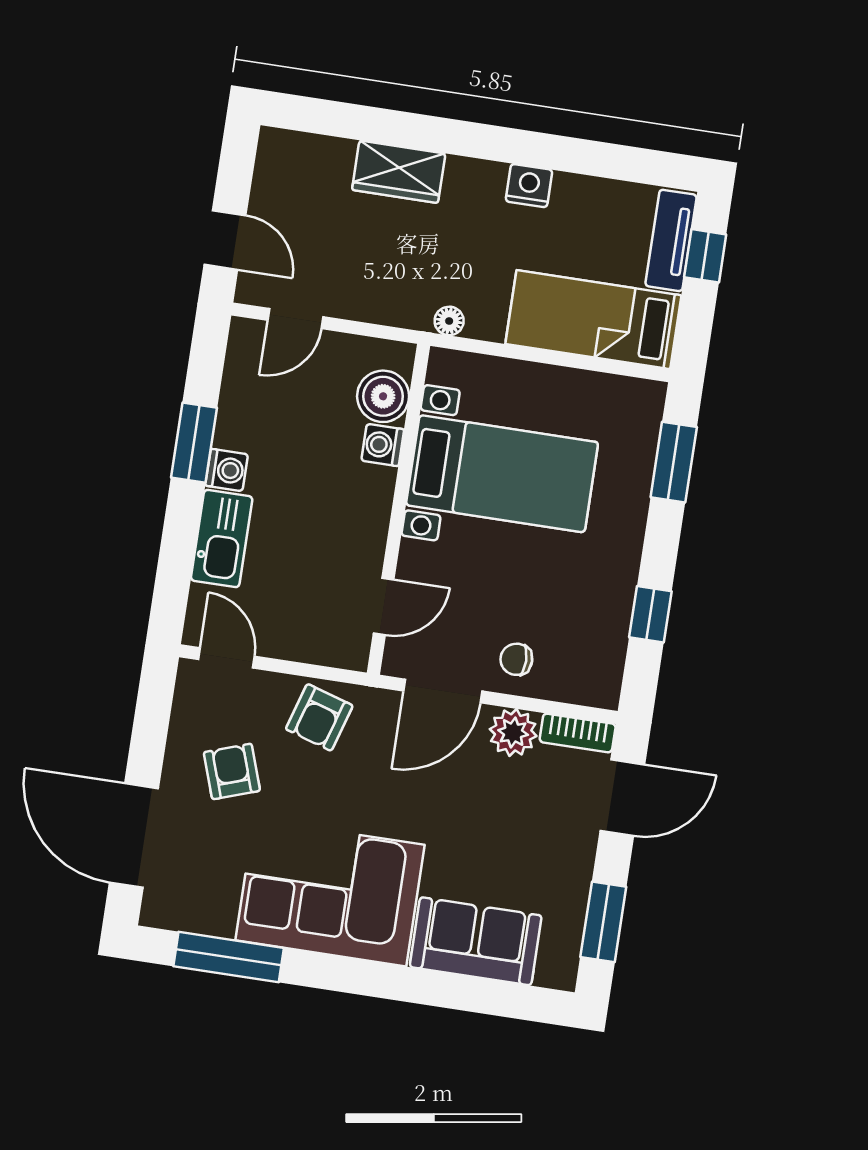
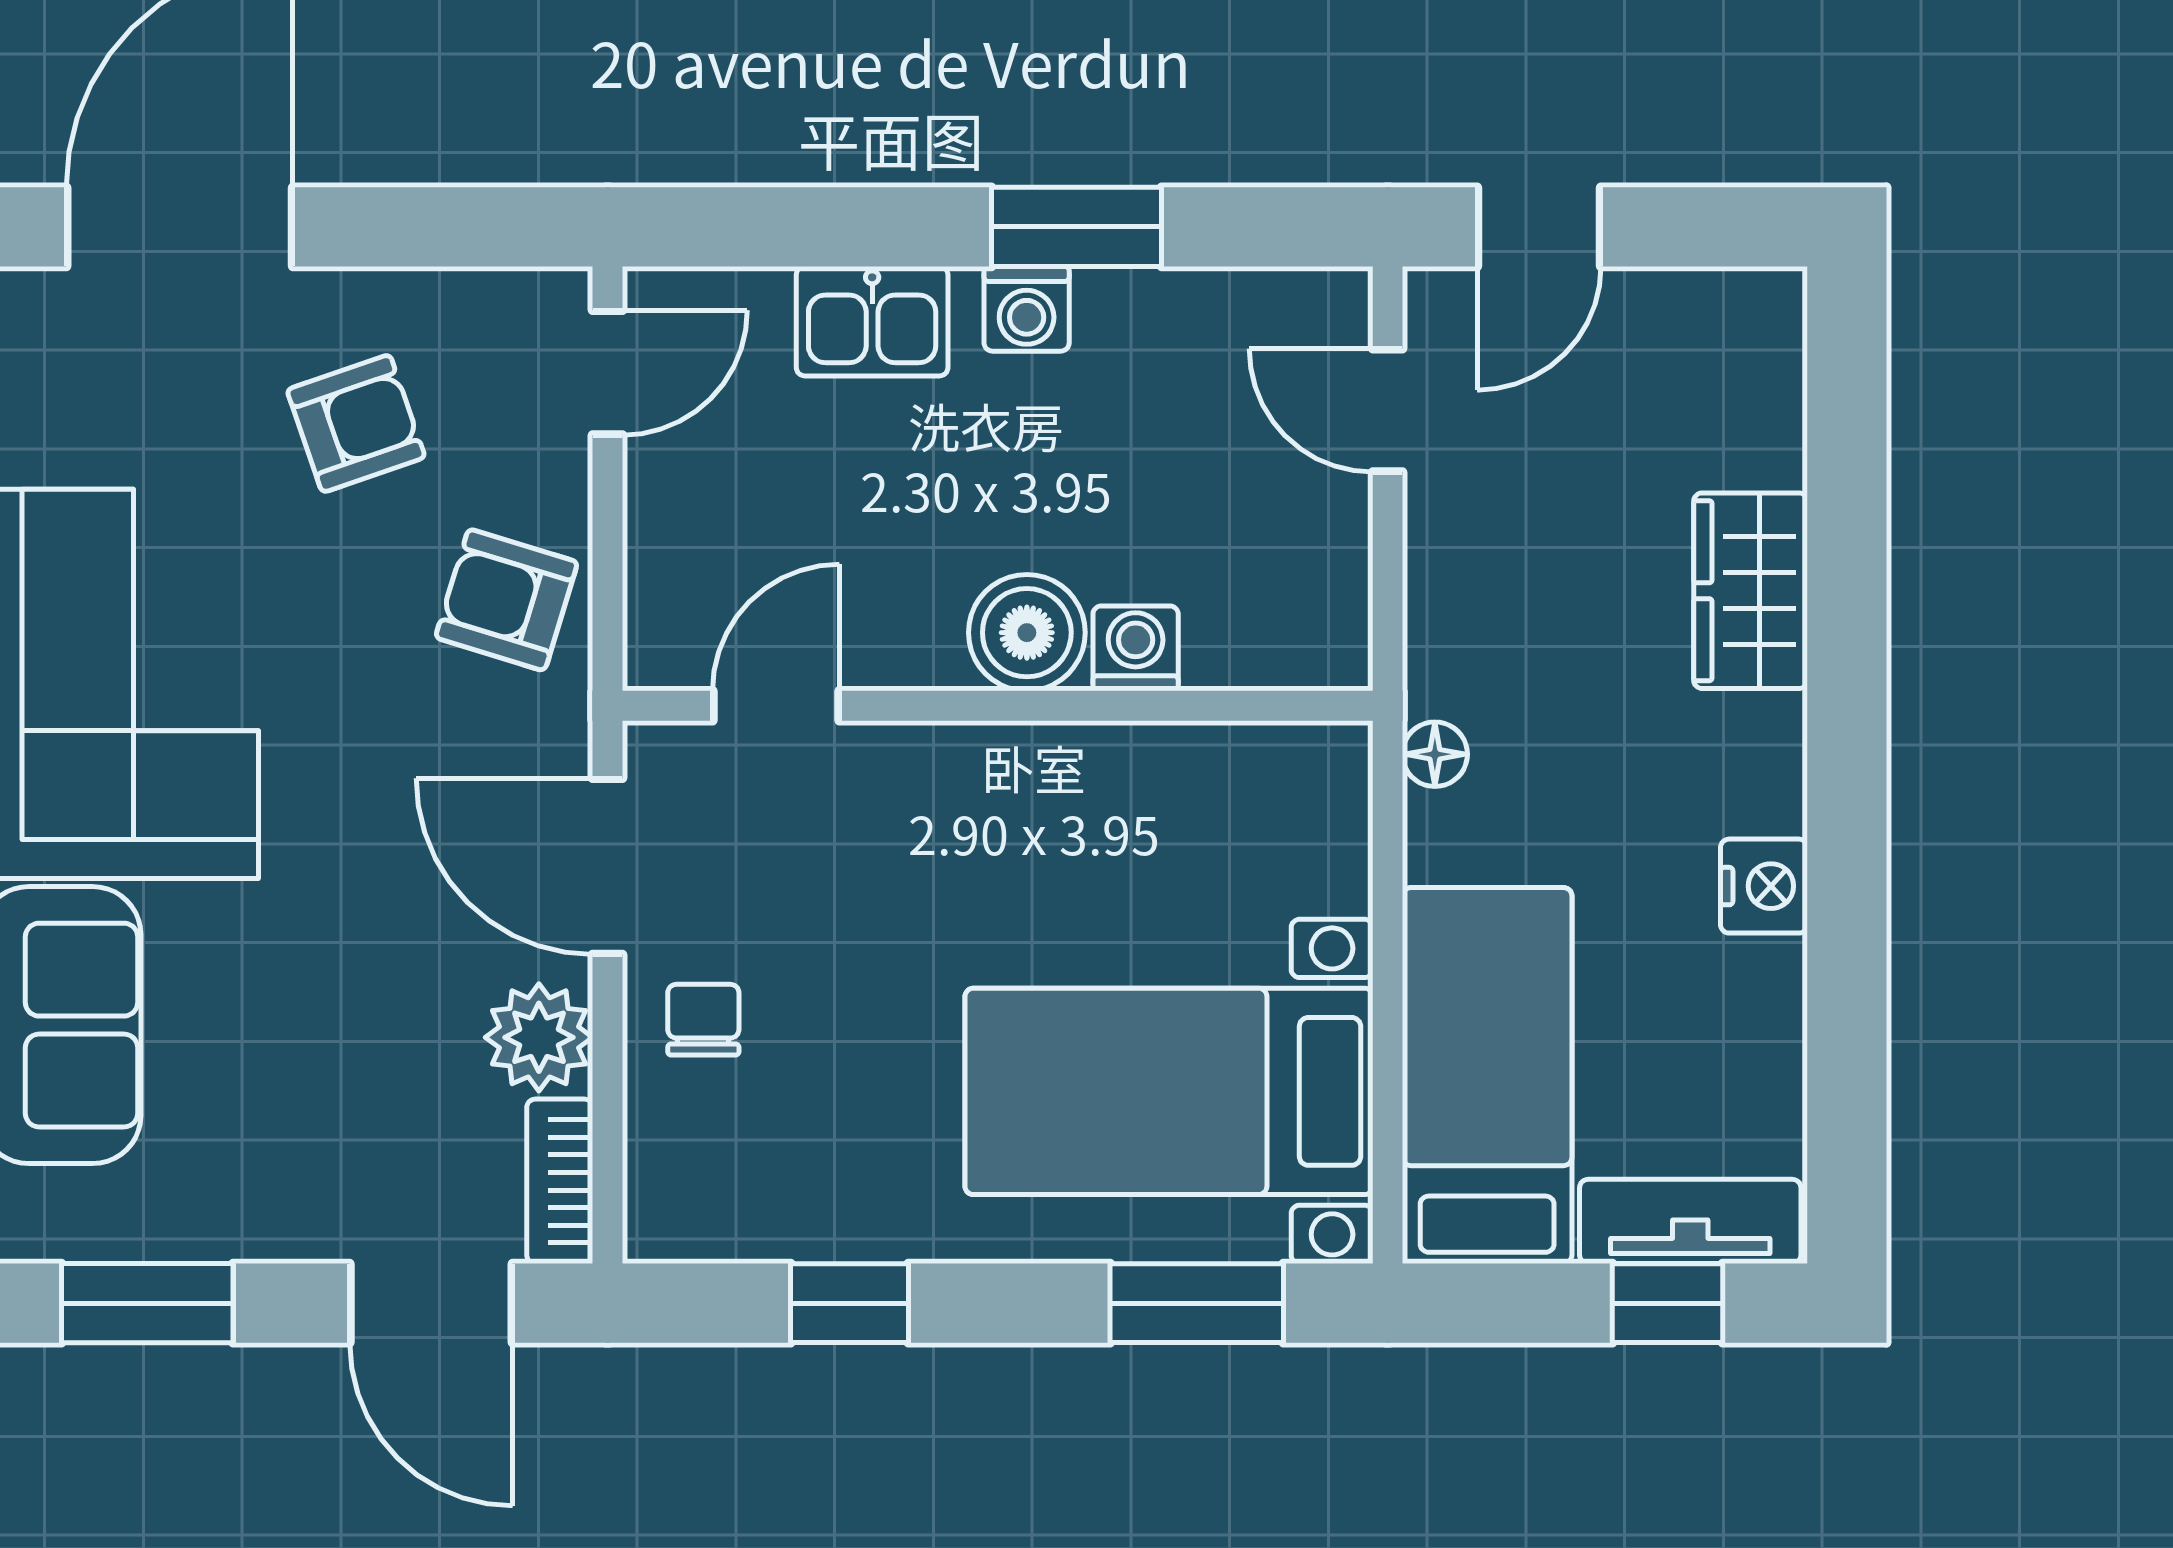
boiler: (383, 396) -> (1027, 633), moved
bed with nightstands: (502, 474) -> (1169, 1091), moved, turned 90
kitchen sink: (222, 538) -> (872, 321), width x0.73
door: (384, 606) -> (776, 706), swing flipped

